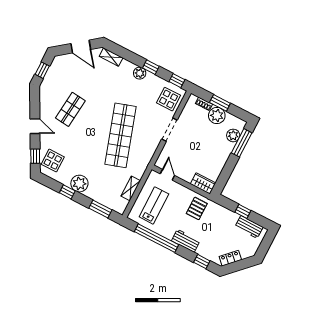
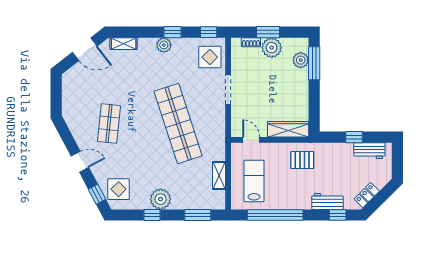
window: (42, 70) -> (56, 97), removed
wardrobe: (203, 183) -> (288, 129), width x1.50
pallet: (197, 208) -> (302, 160), turned 90
workbench: (186, 241) -> (327, 201), moved

